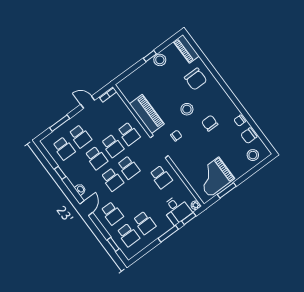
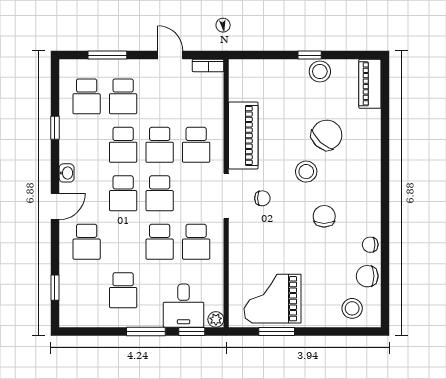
chair: (196, 79) -> (327, 135), moved, turned -137
school desk: (128, 235) -> (160, 242), moved

